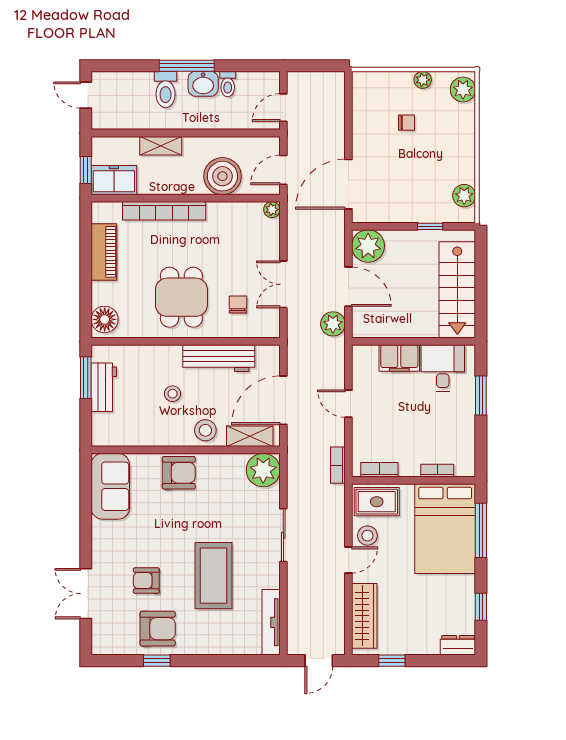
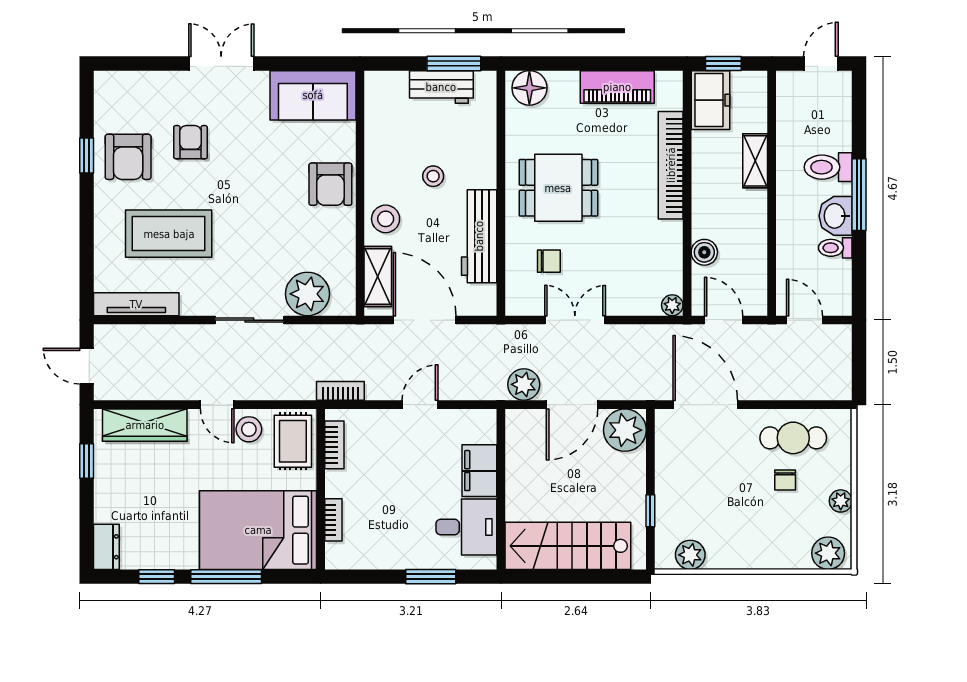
cafe table: (374, 116) -> (793, 438), added
boiler: (222, 176) -> (704, 252), width x0.54, depth x0.54
plant: (263, 470) -> (307, 294), moved
window: (481, 530) -> (226, 577), moved
coffee table: (213, 576) -> (169, 234), moved
double door: (86, 594) -> (221, 63), moved

